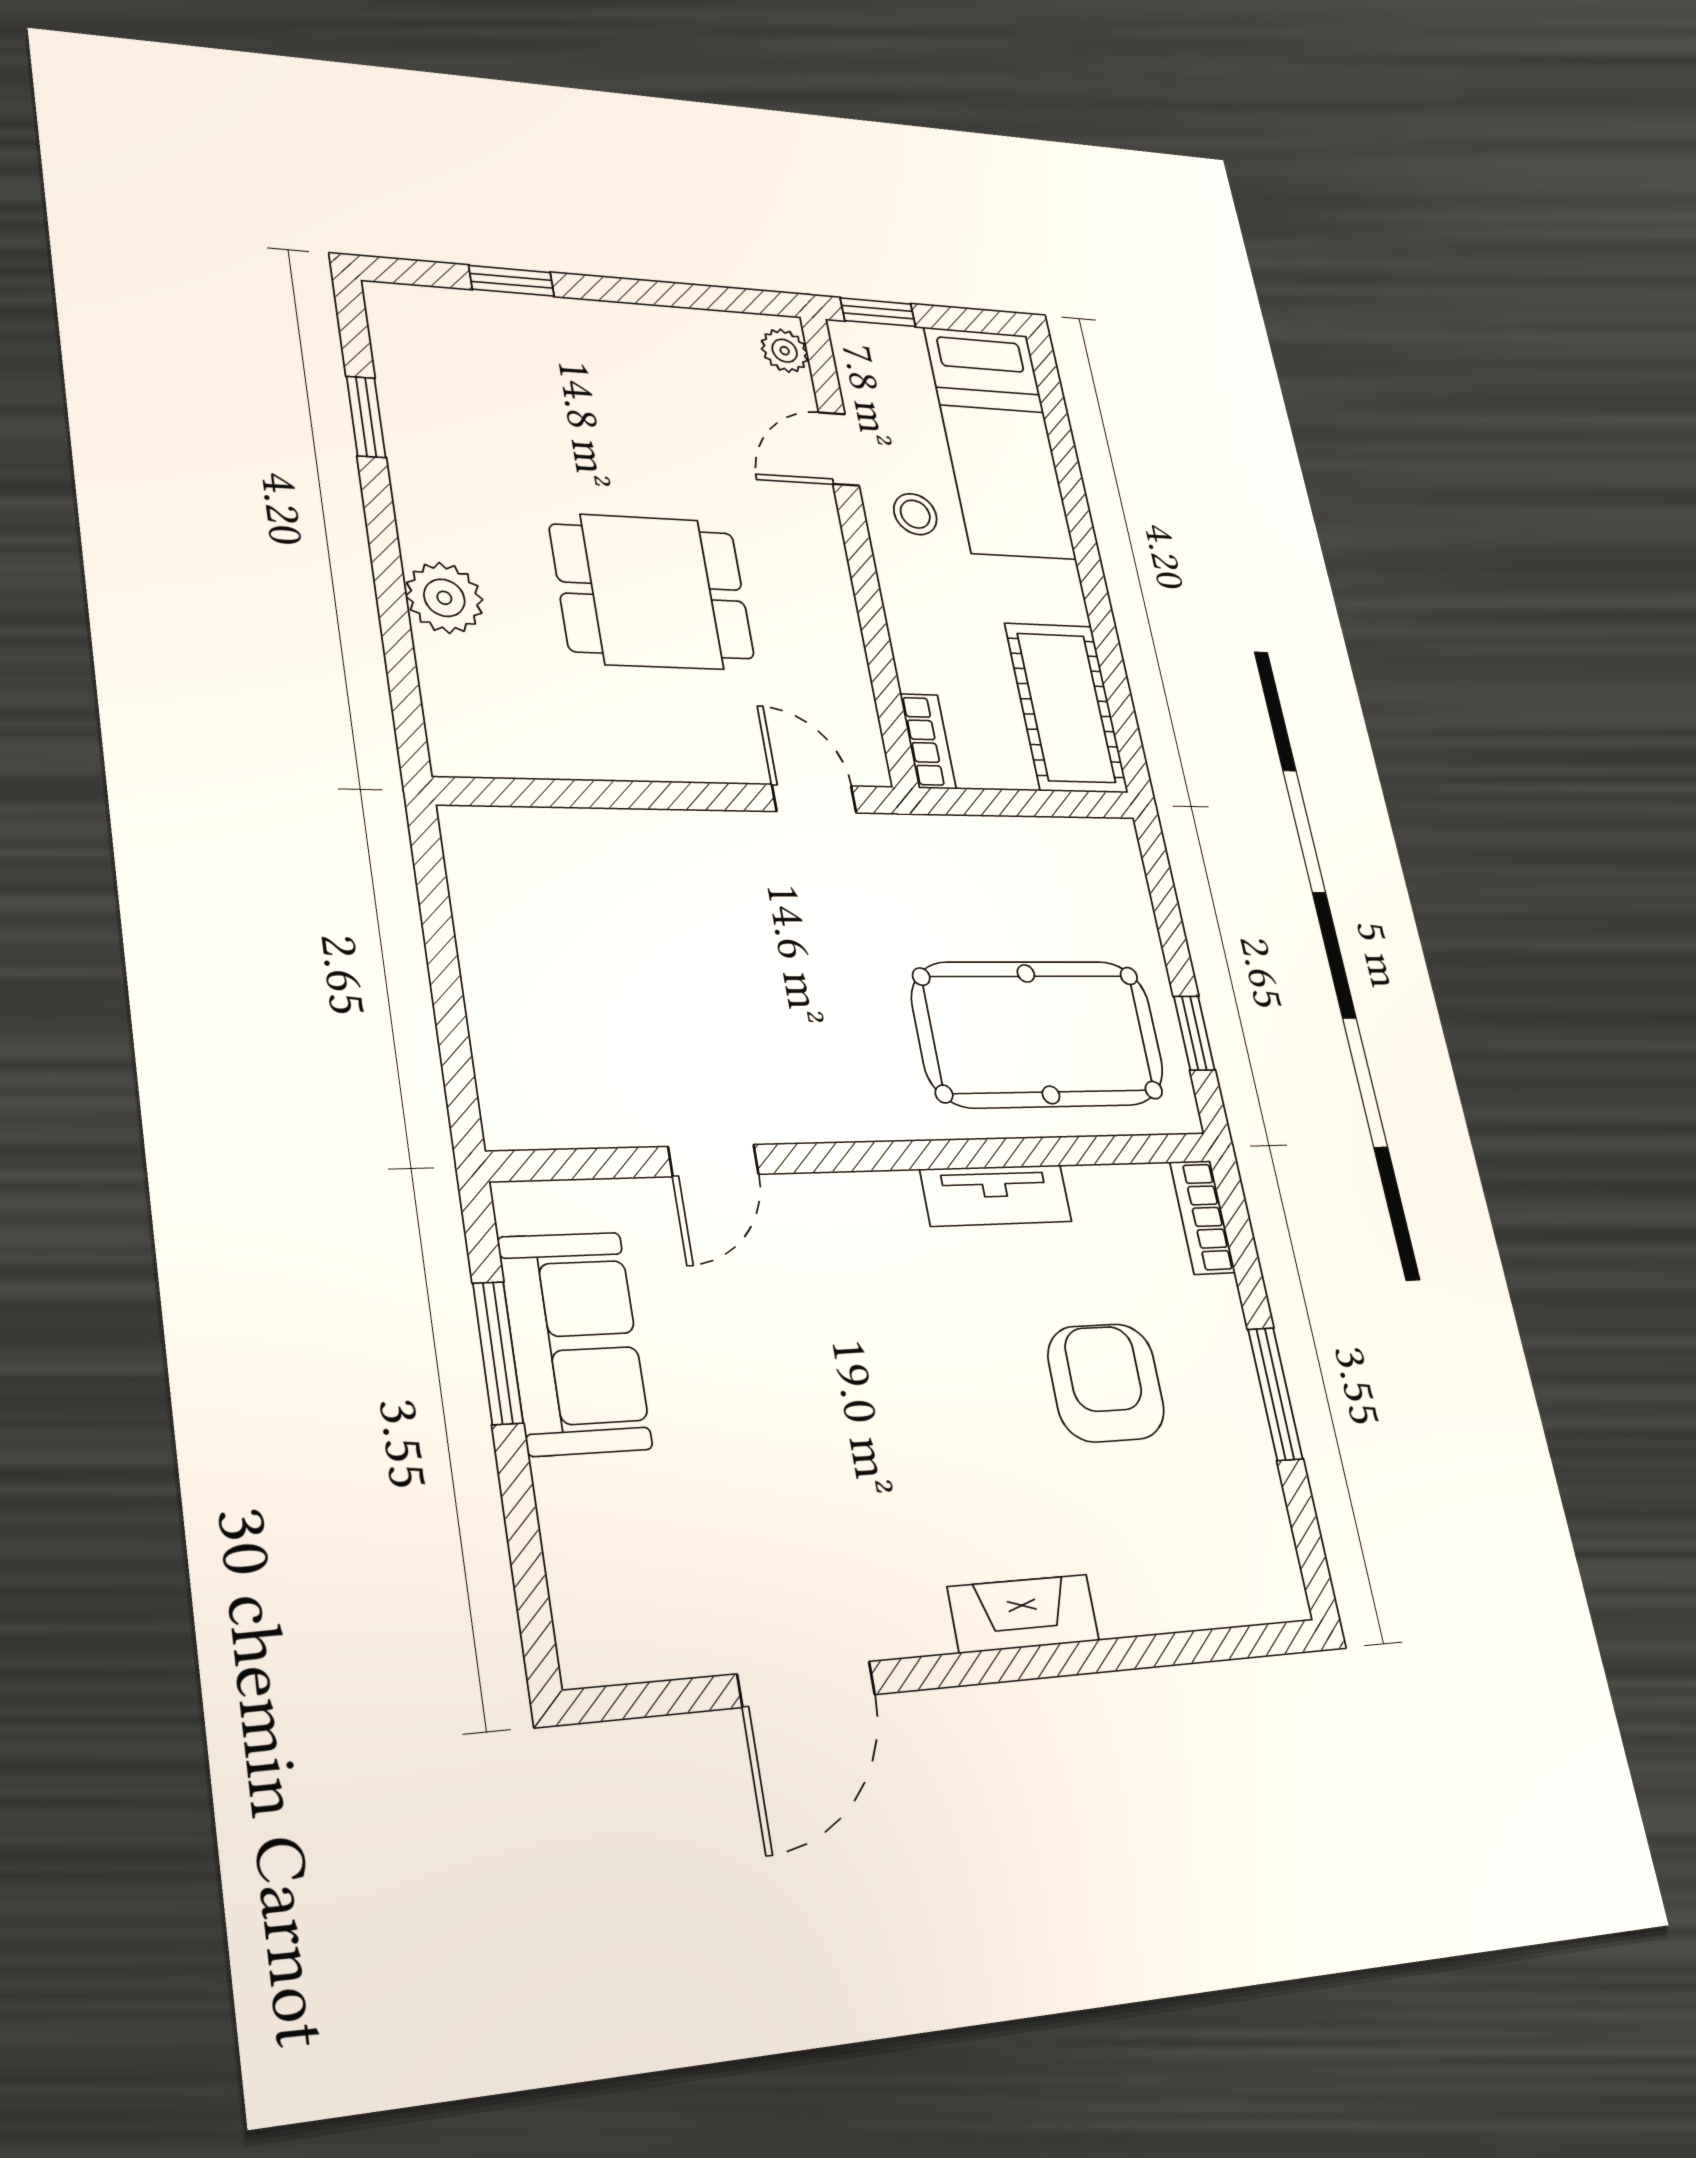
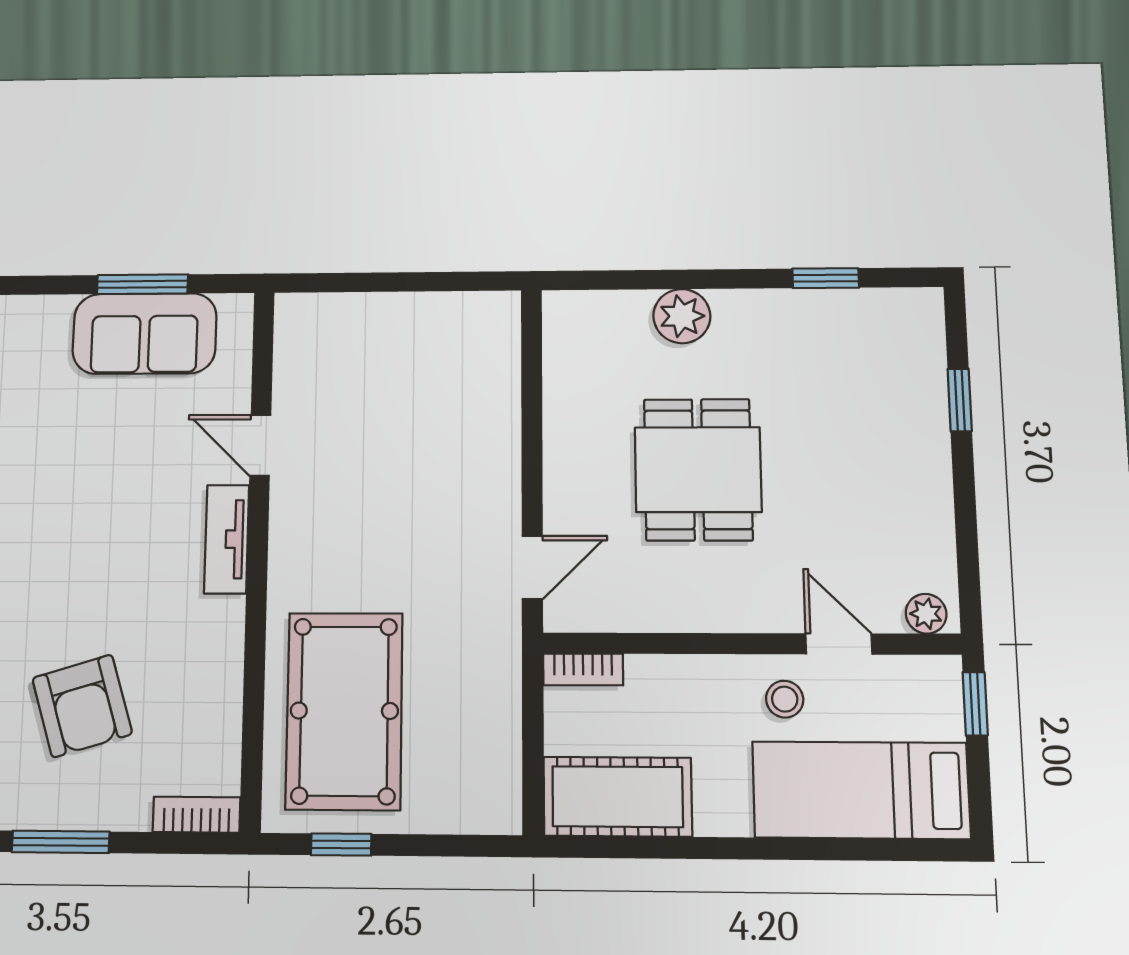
tv unit: (996, 1195) -> (227, 539), moved
armchair: (1106, 1383) -> (82, 706), turned 73

